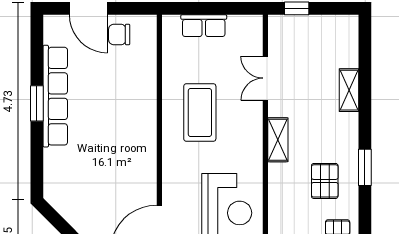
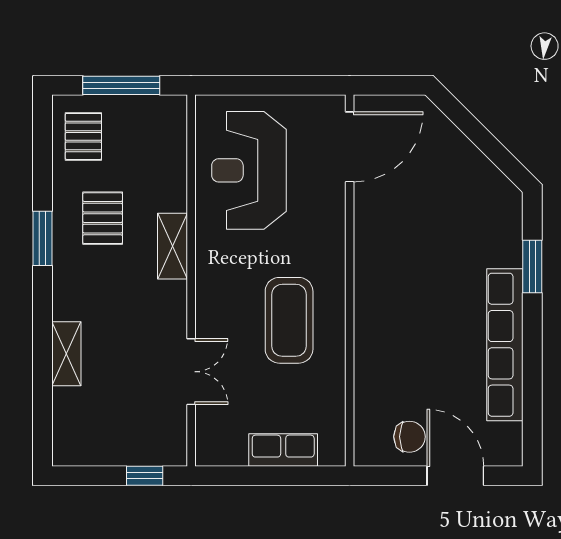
window: (37, 103) -> (532, 266), moved
shelving: (278, 140) -> (173, 246), moved

